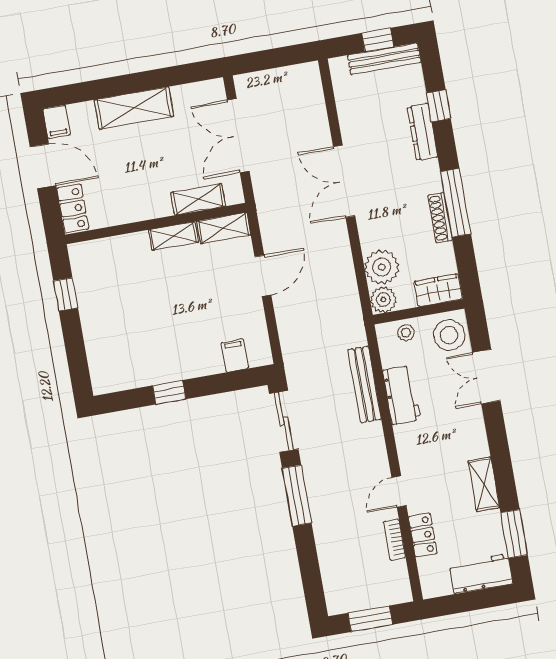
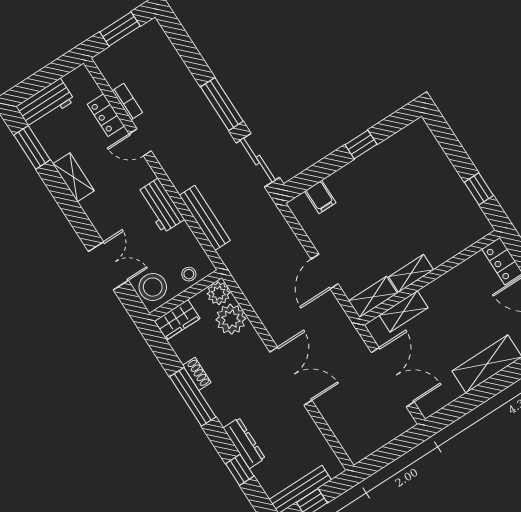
shoe rack: (440, 218) -> (197, 374), width x0.70
workbench: (402, 395) -> (161, 206), moved
door: (399, 492) -> (140, 142), swing flipped

